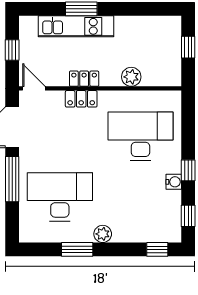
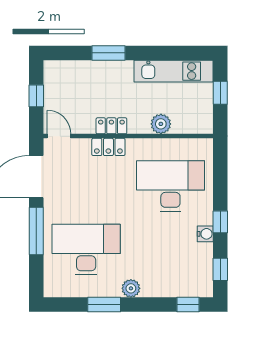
kitchen unit: (76, 26) -> (173, 71), moved

